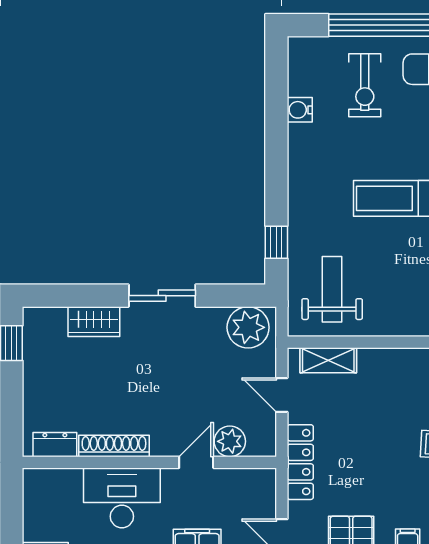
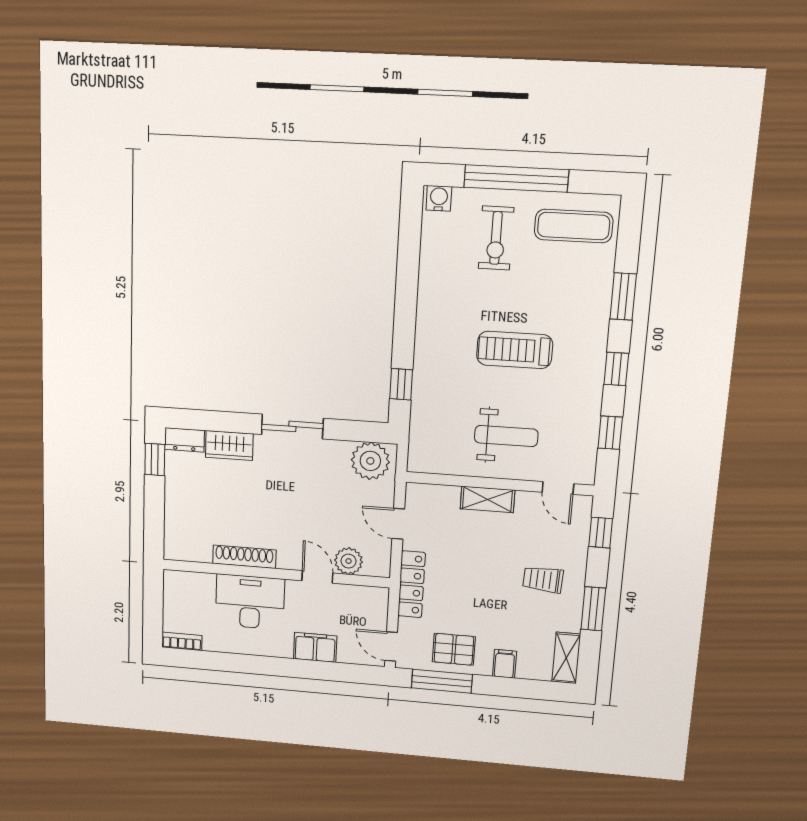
water cooler: (300, 110) -> (439, 198), moved, turned 90
weight bench: (332, 289) -> (506, 436), moved, turned 90
shelving: (328, 360) -> (487, 499), moved
dresser: (55, 445) -> (184, 440), moved, turned 180
door: (196, 462) -> (317, 577), hinge flipped

